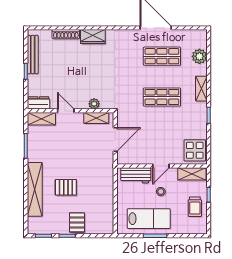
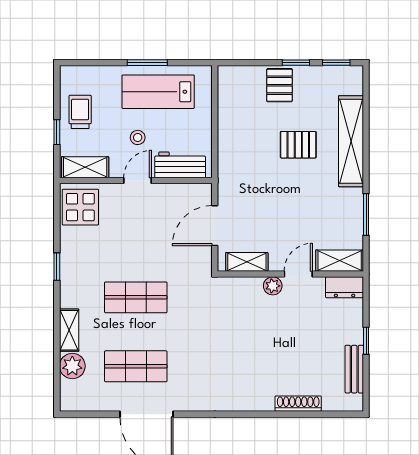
wardrobe: (93, 37) -> (253, 399), removed
bench: (33, 55) -> (354, 369), width x0.73
shelving: (201, 89) -> (69, 330), moved
plant: (94, 104) -> (273, 286), moved
door: (66, 111) -> (298, 274), swing flipped

